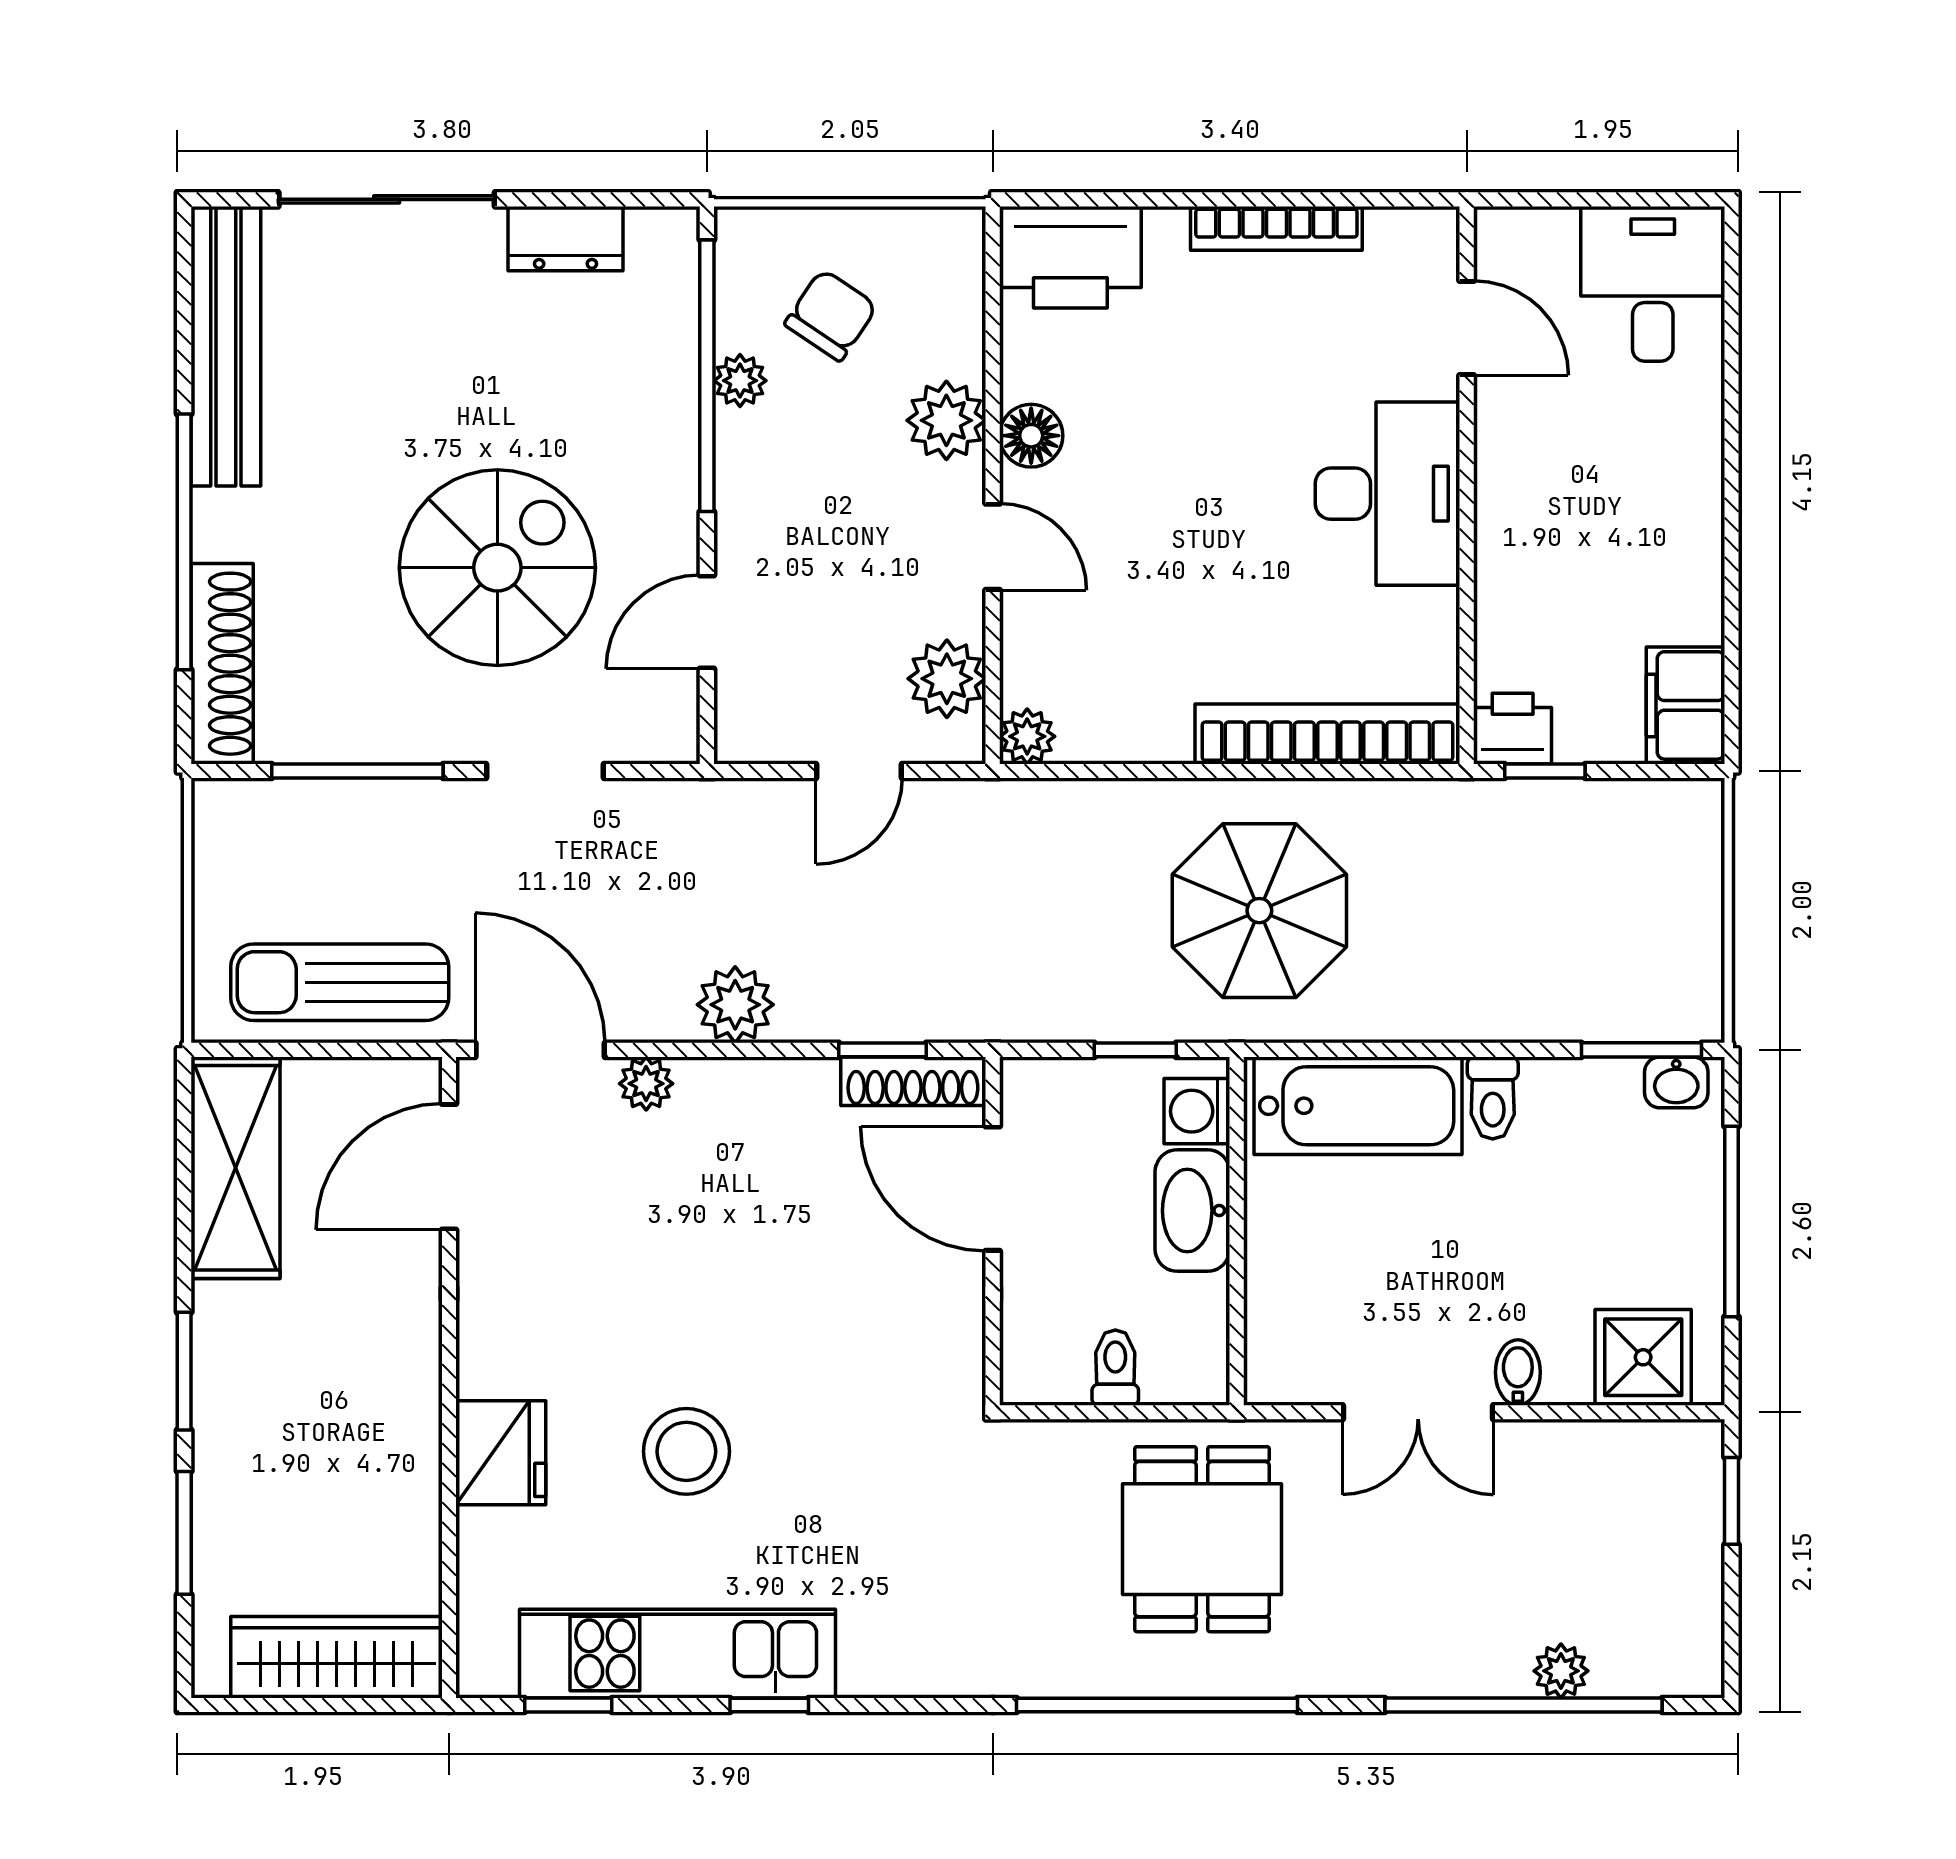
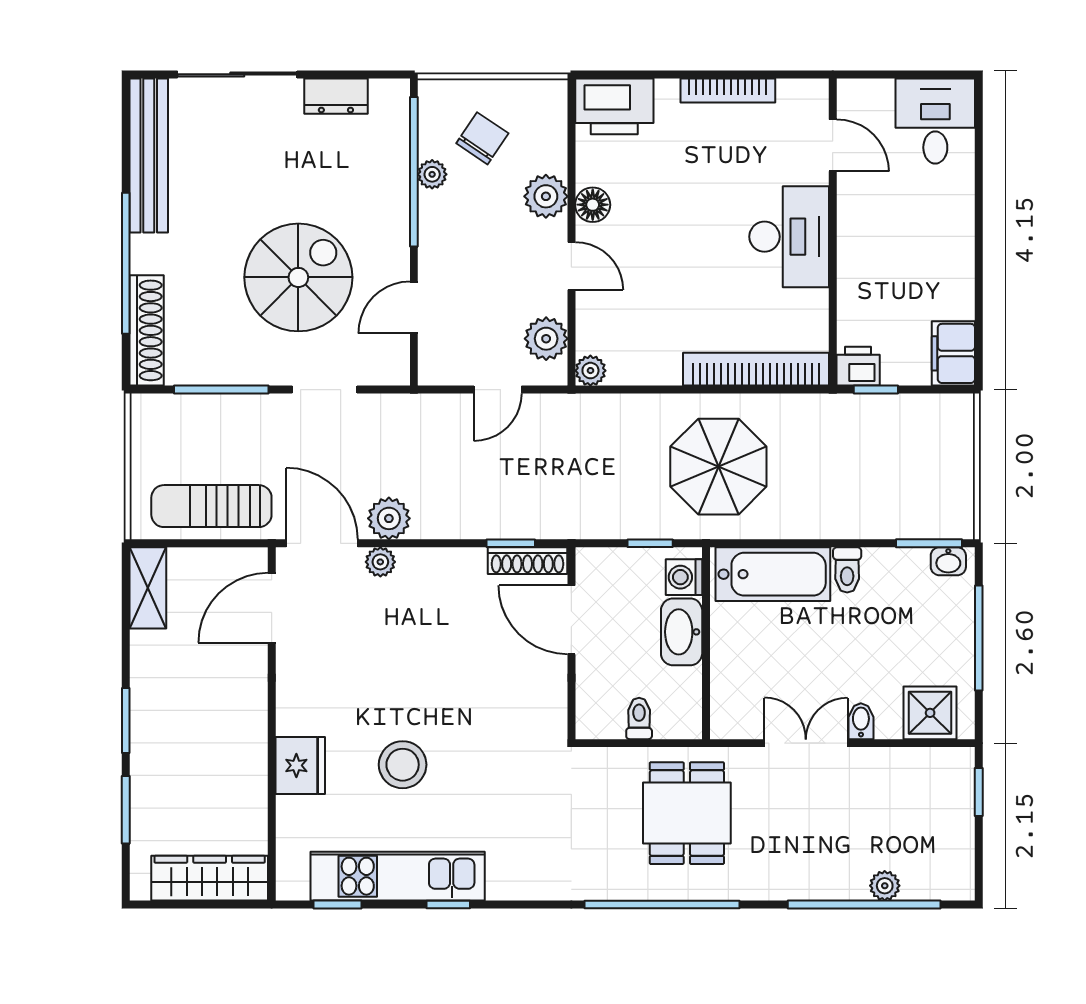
plant: (735, 1005) -> (389, 518), moved
shelving: (235, 1168) -> (148, 588), width x0.67, depth x0.75
double door: (1418, 1412) -> (806, 743), swing flipped

